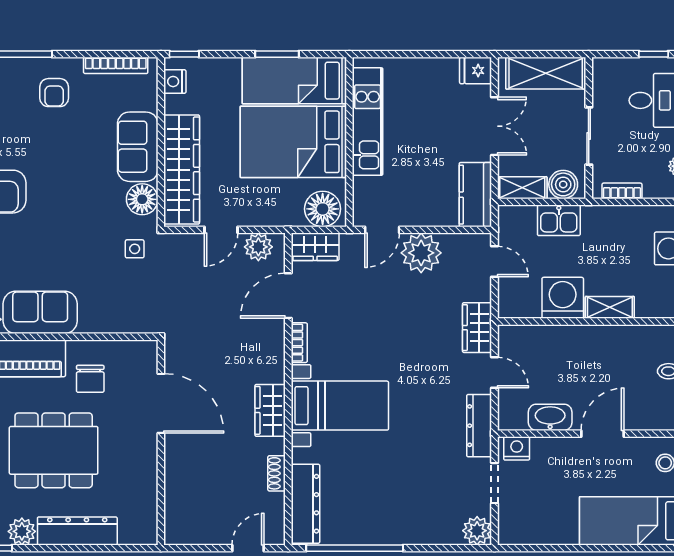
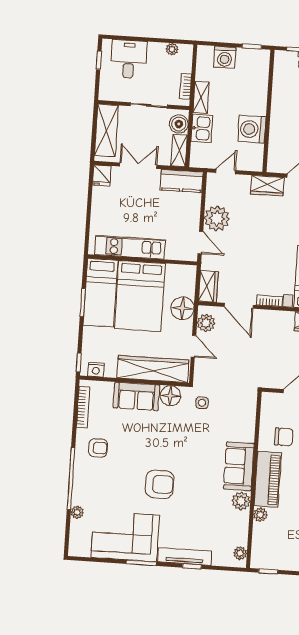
floor lamp: (323, 209) -> (182, 308), moved
shelving: (610, 307) -> (201, 97), moved

